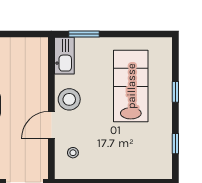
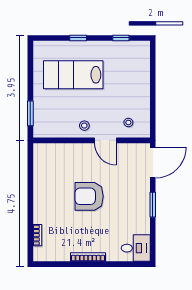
kitchen sink: (64, 56) -> (48, 130), removed
stool: (69, 99) -> (84, 126), width x0.53, depth x0.53

